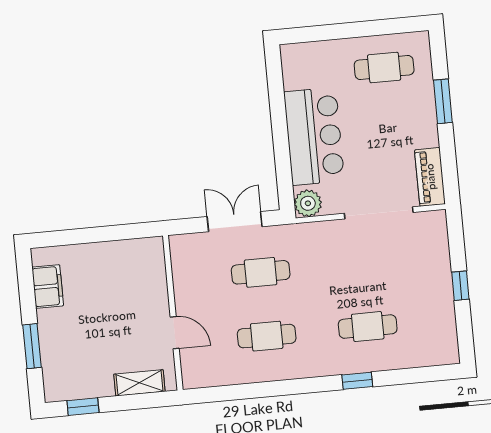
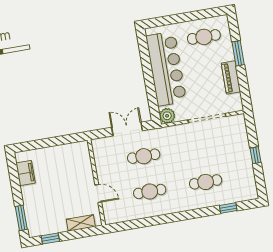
bar counter: (314, 136) -> (166, 69), width x1.36
piano: (430, 177) -> (231, 77), moved
window: (32, 346) -> (21, 218), moved
window: (357, 381) -> (228, 208), moved

